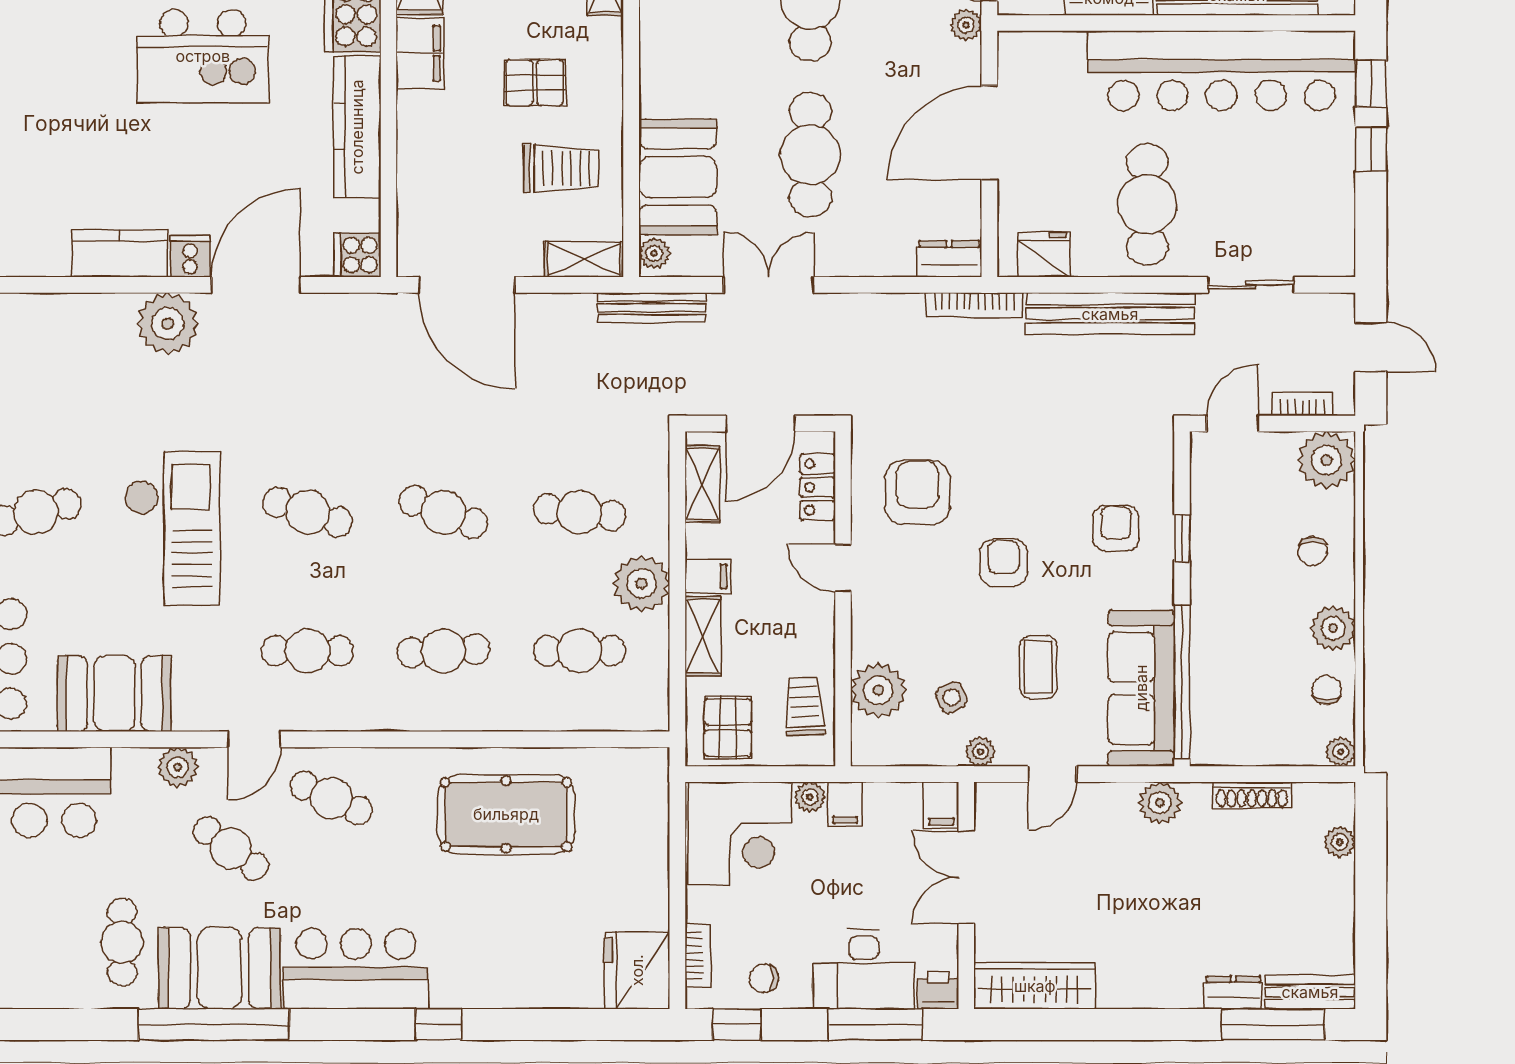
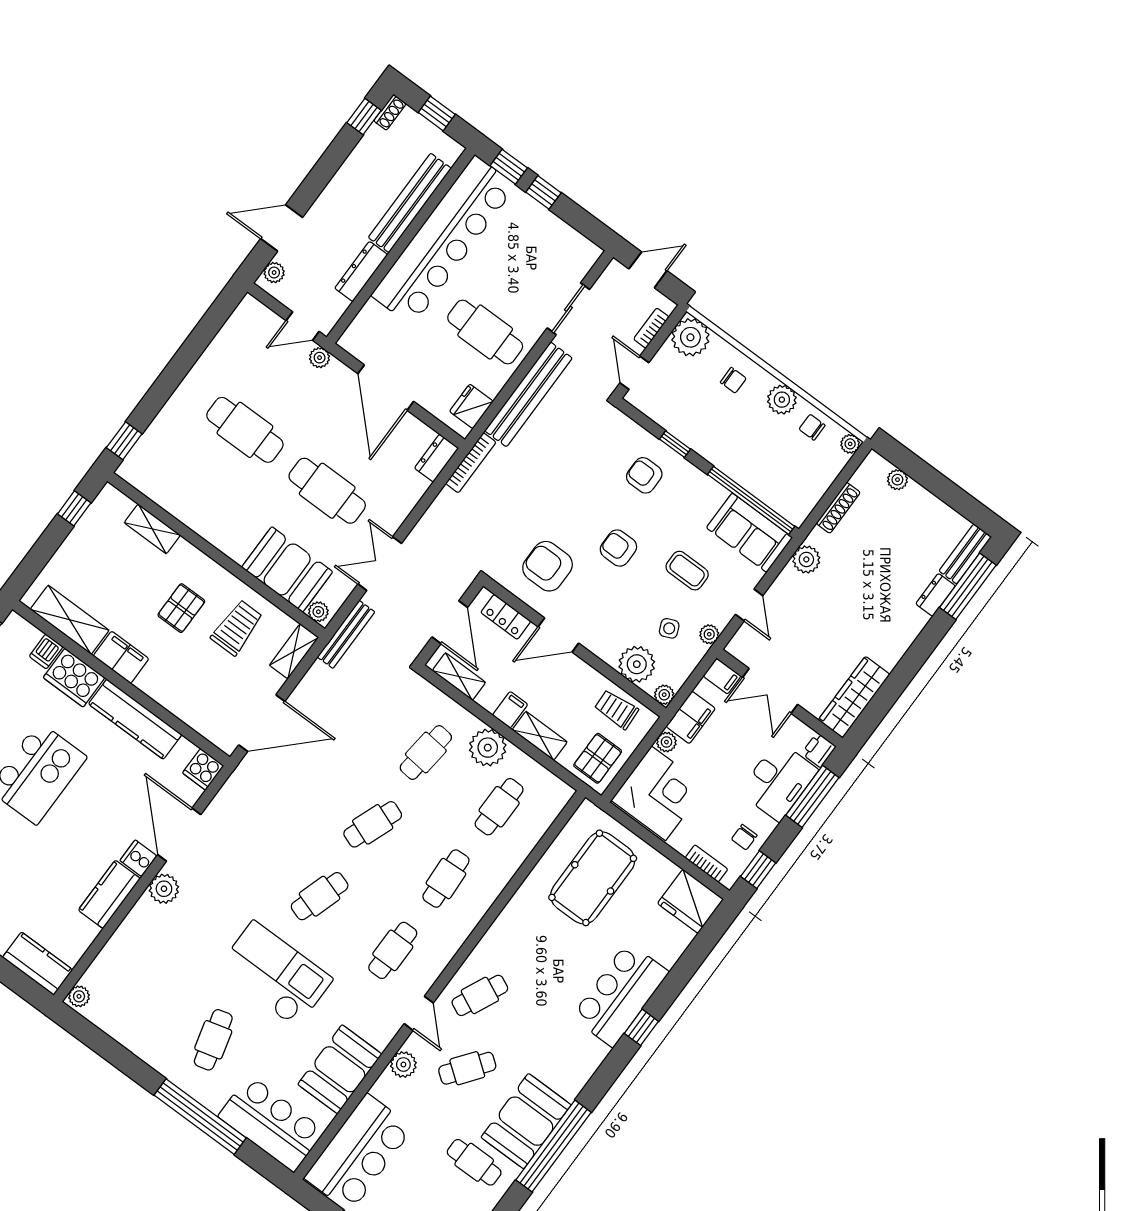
plant: (168, 323) -> (164, 889), width x0.73, depth x0.73
door: (843, 568) -> (558, 635), width x1.38
sofa: (1141, 688) -> (749, 533), width x0.73
pallet: (728, 728) -> (598, 758), turned 90
plant: (866, 751) -> (664, 695), added
filing cabinet: (845, 804) -> (691, 717), width x2.00
pool table: (506, 814) -> (593, 878), moved
bar counter: (356, 969) -> (620, 995), moved

